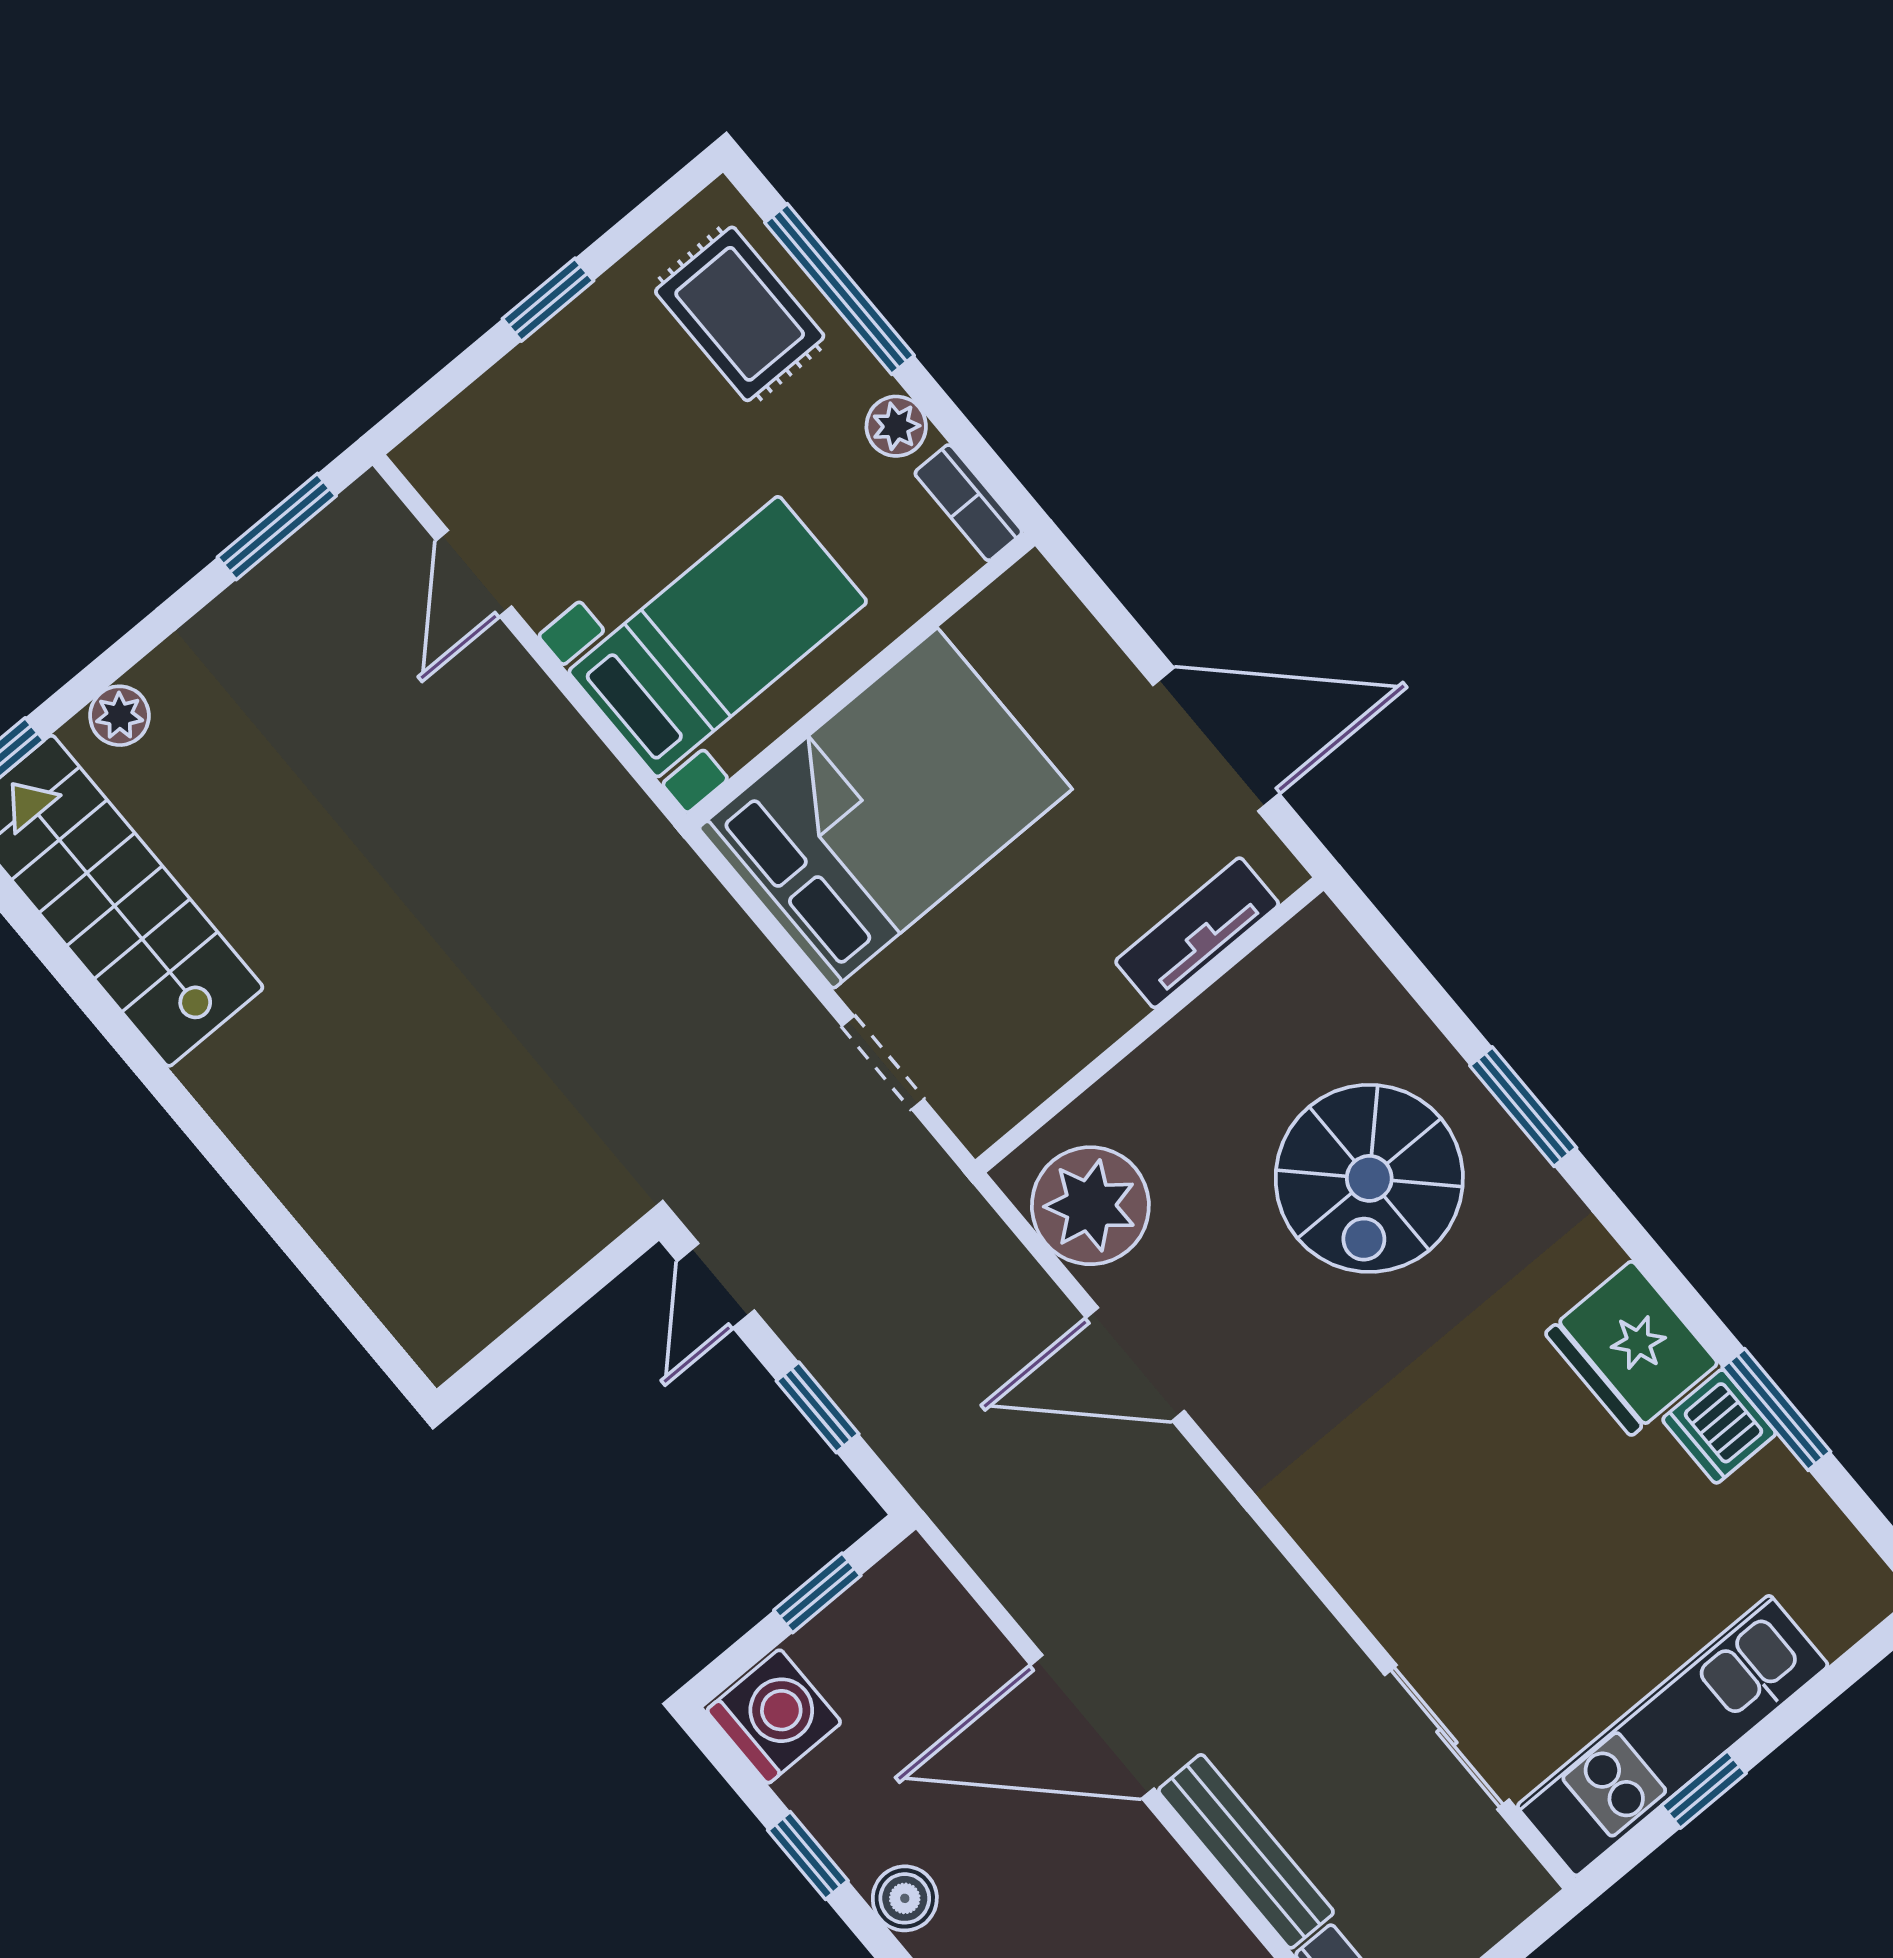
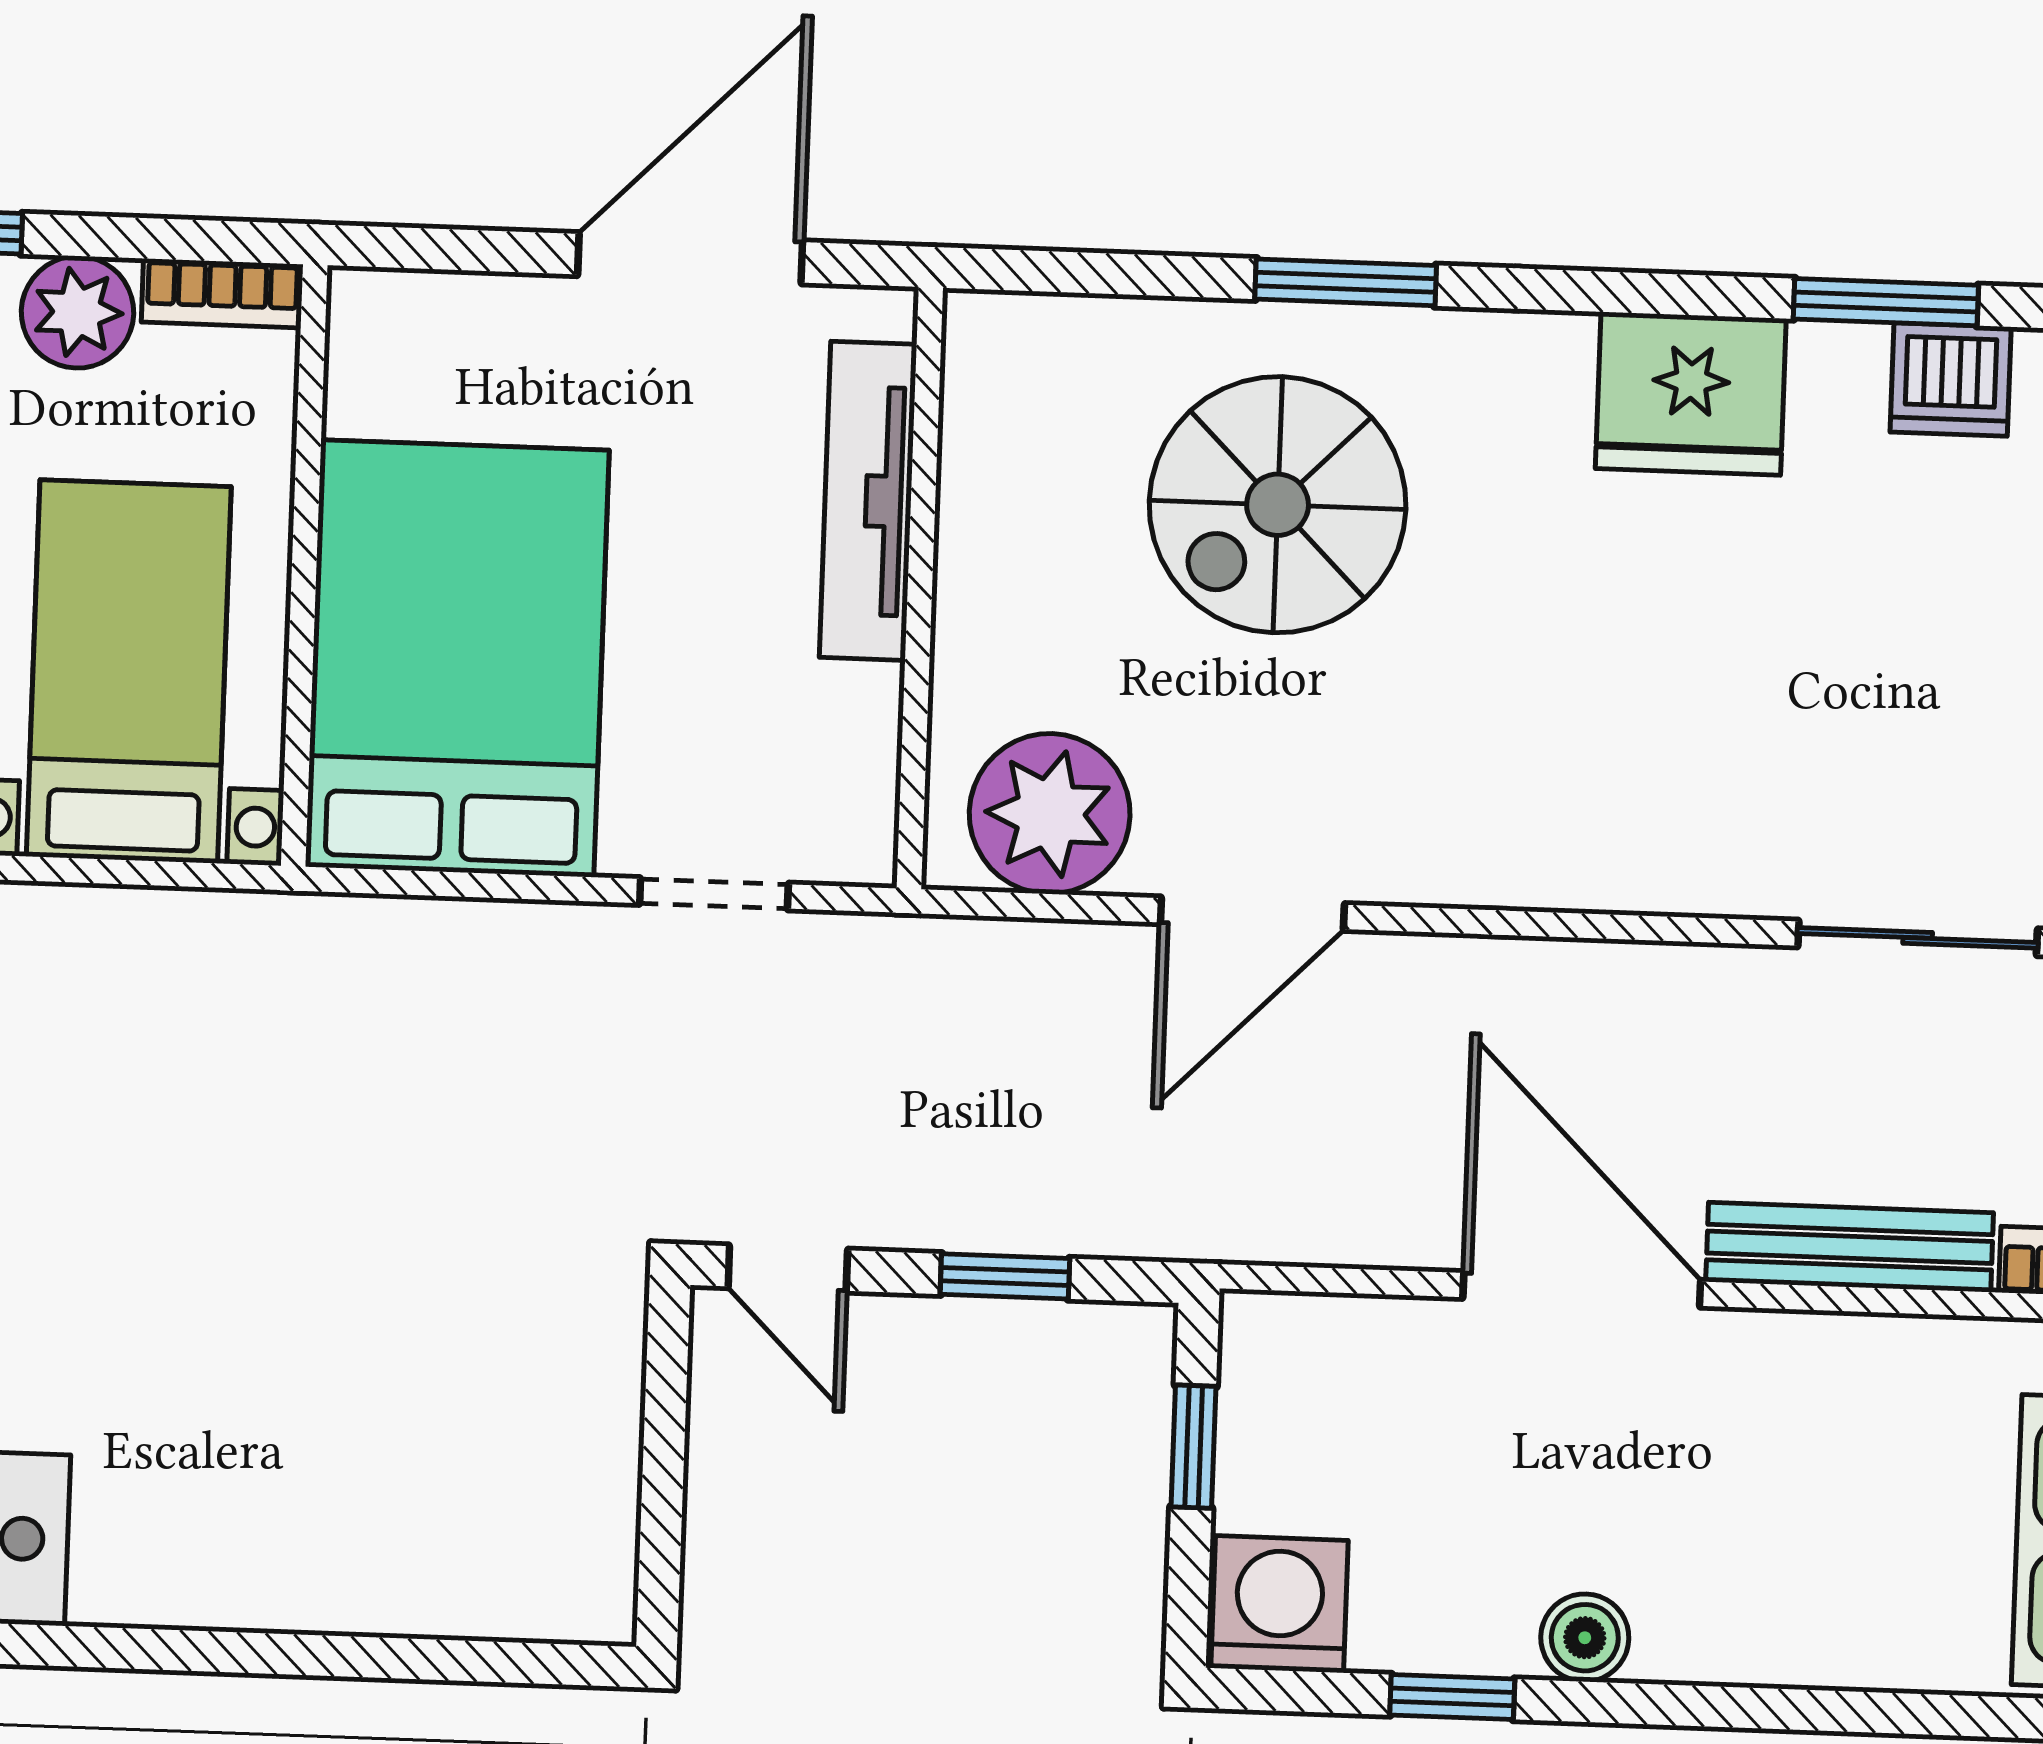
plant: (896, 426) -> (78, 312), width x1.38, depth x1.38
tv unit: (1197, 933) -> (868, 501), width x1.41
spiral stairs: (1369, 1178) -> (1278, 505), turned 90
dishwasher: (1719, 1426) -> (1951, 380), moved
door: (1092, 1727) -> (1582, 1289), swing flipped

